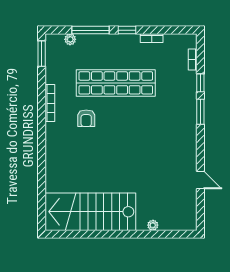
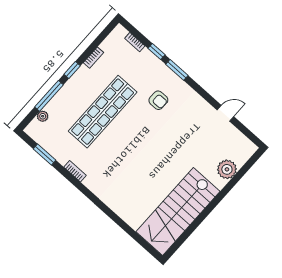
window: (42, 54) -> (44, 155), moved
bookcase: (50, 103) -> (75, 171), width x0.64
armchair: (86, 118) -> (158, 100), moved
plant: (153, 225) -> (227, 169), width x1.88, depth x1.88

